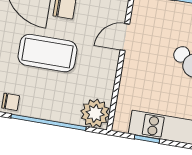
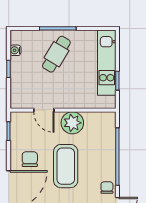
plant: (95, 113) -> (72, 123), moved

